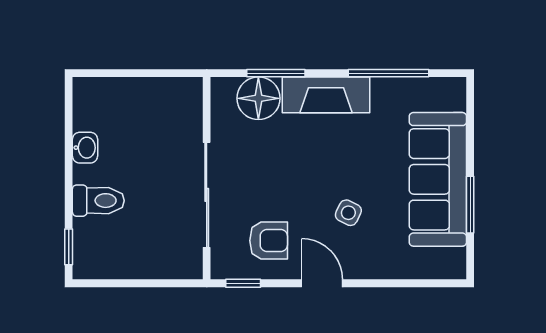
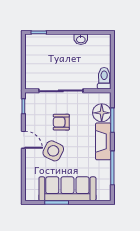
toilet: (98, 201) -> (104, 78), moved, turned 180
side table: (348, 213) -> (53, 151), width x1.87, depth x1.87
armchair: (269, 241) -> (61, 122), moved, turned 90
door: (322, 283) -> (23, 140), hinge flipped

